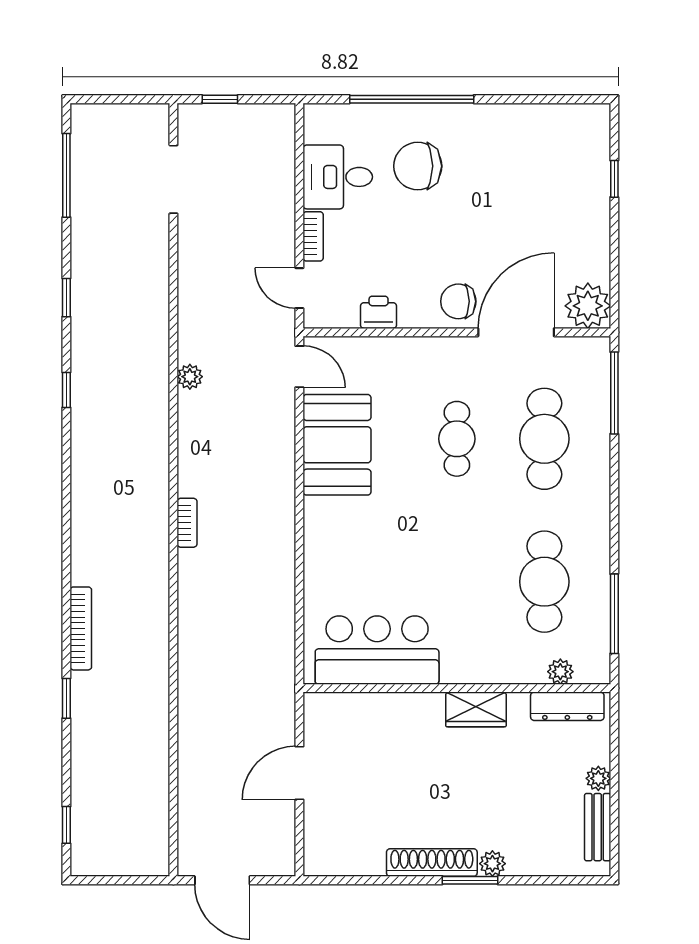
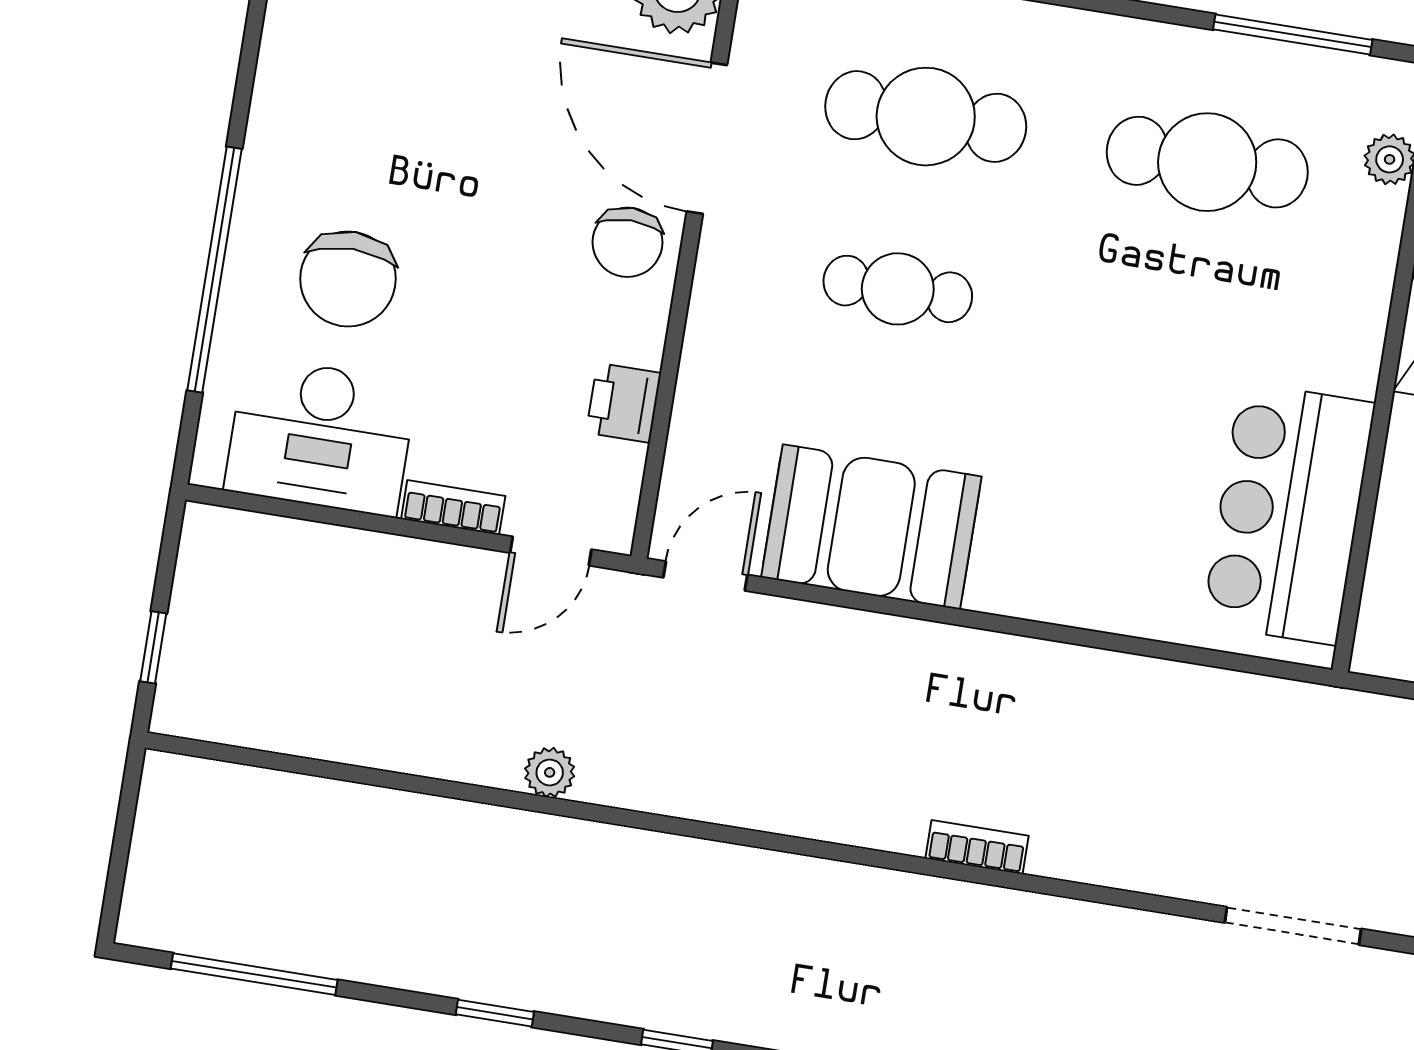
desk: (338, 177) -> (320, 436), width x1.37
doorway: (173, 179) -> (1293, 926), moved
plant: (190, 377) -> (550, 772), moved

